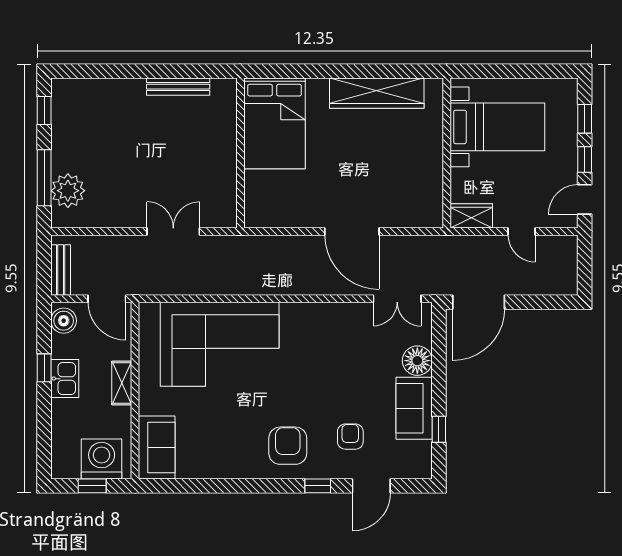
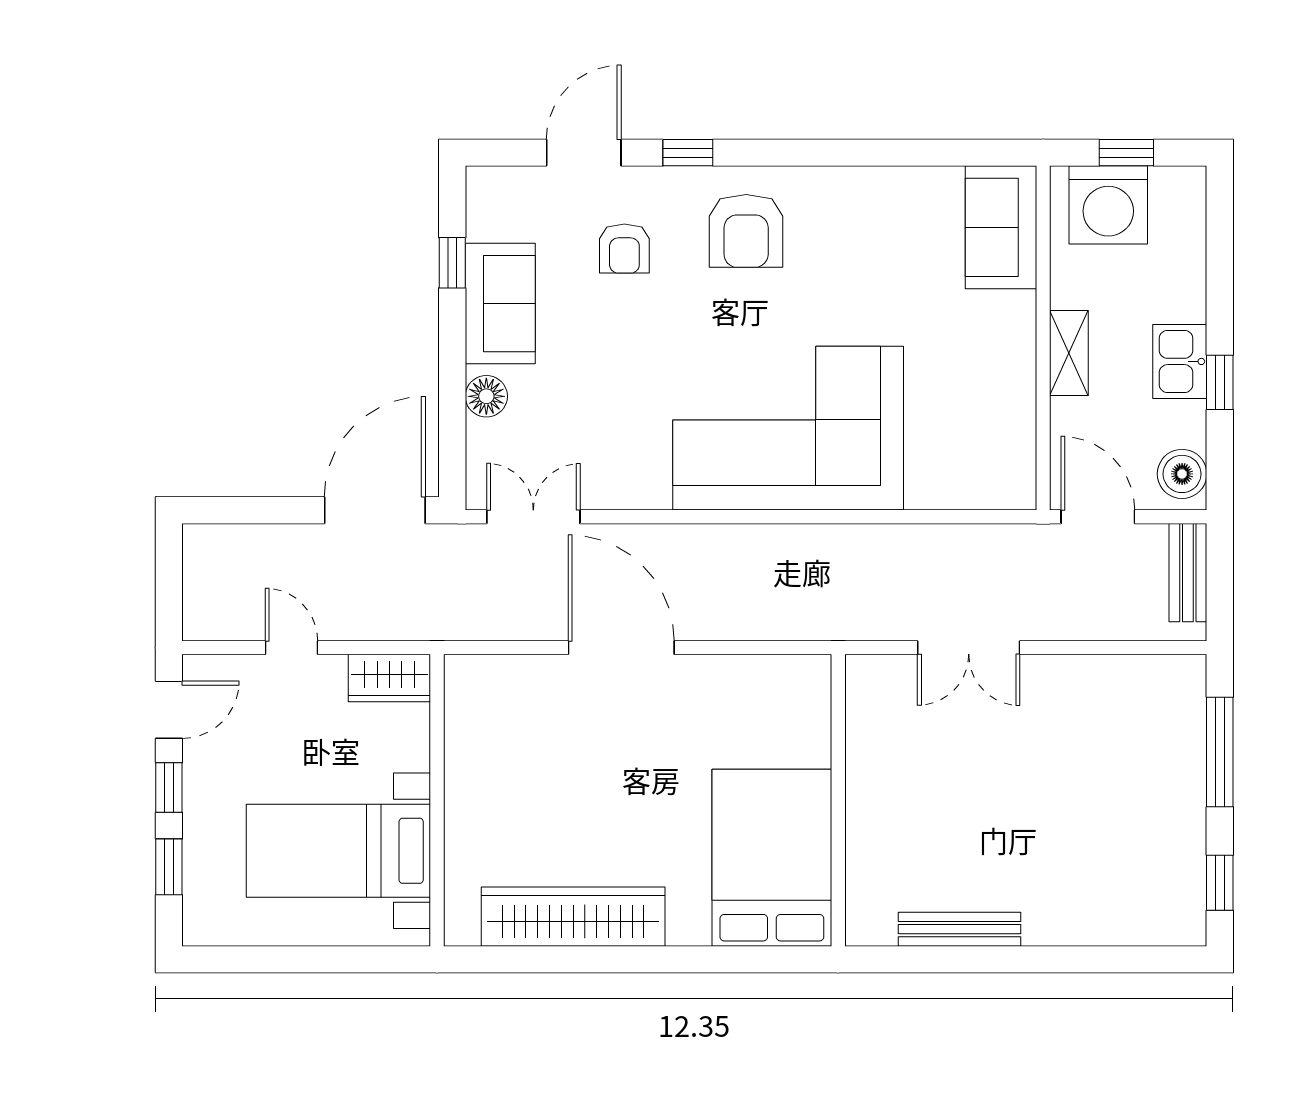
plant: (68, 191) -> (1174, 727), removed
corner sofa: (220, 344) -> (788, 428), moved
floor lamp: (417, 361) -> (486, 396), width x0.73, depth x0.73

